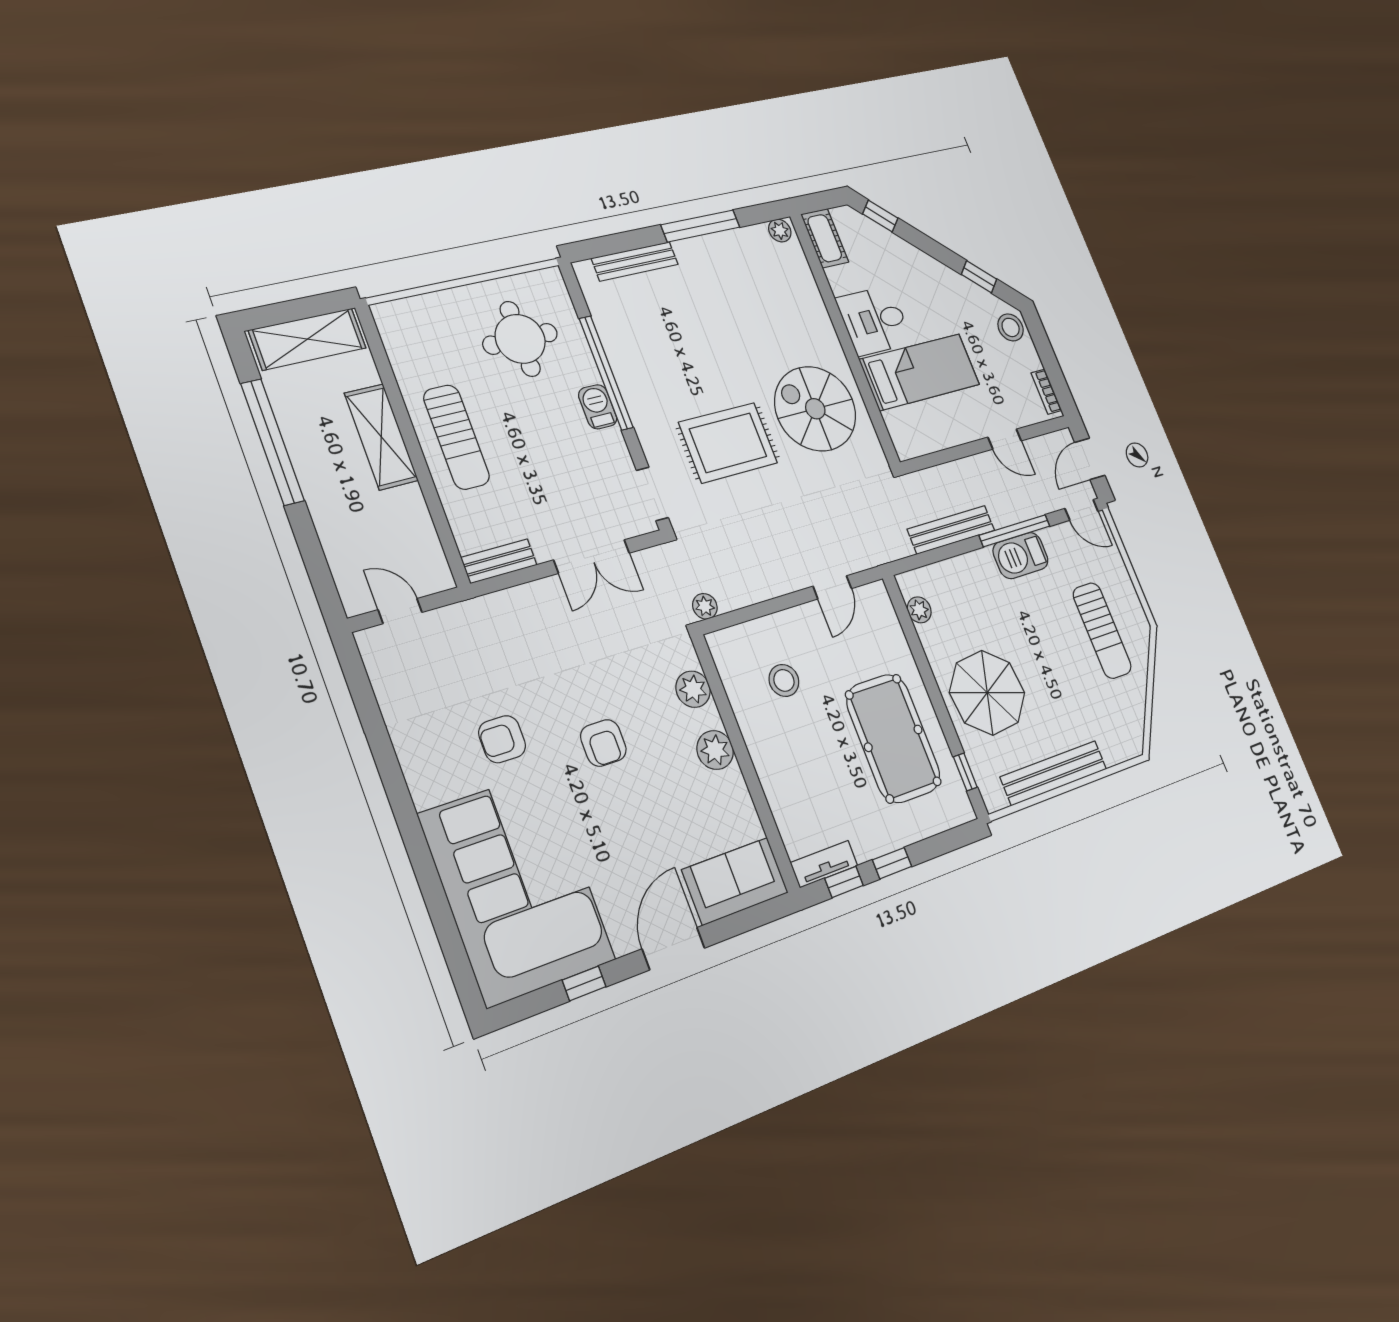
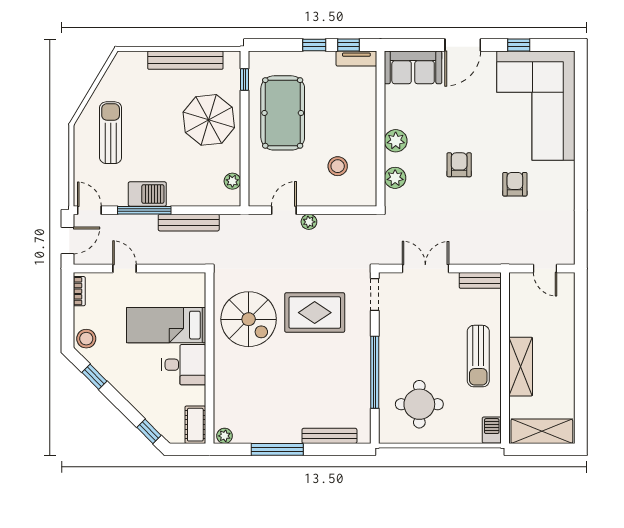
barbecue: (598, 407) -> (492, 430), moved, turned 180
sun lounger: (456, 437) -> (478, 356), turned 180
window: (273, 442) -> (581, 378), removed
plant: (705, 606) -> (309, 222), moved
armchair: (502, 739) -> (515, 184), turned -90

